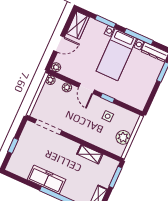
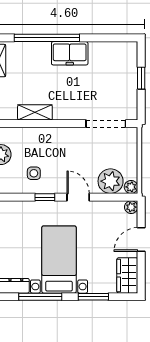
plant: (67, 87) -> (111, 181), width x1.87, depth x1.87
freezer: (46, 180) -> (70, 53), width x0.71

